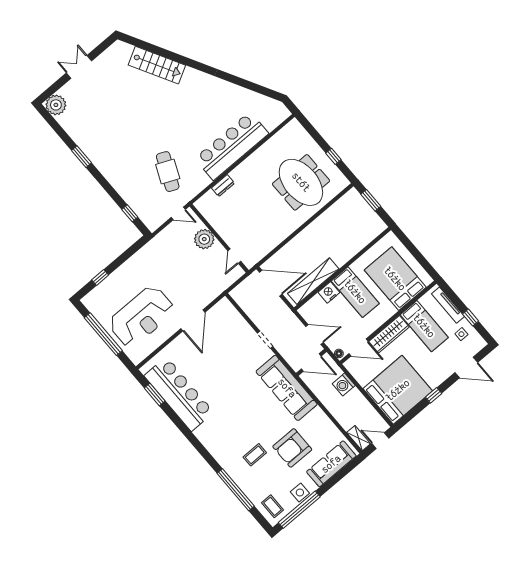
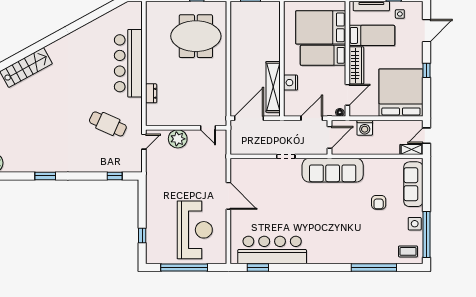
bed: (355, 292) -> (323, 55), moved, turned 180
armchair: (292, 448) -> (379, 202), width x0.53, depth x0.53
coffee table: (255, 455) -> (361, 233), removed

